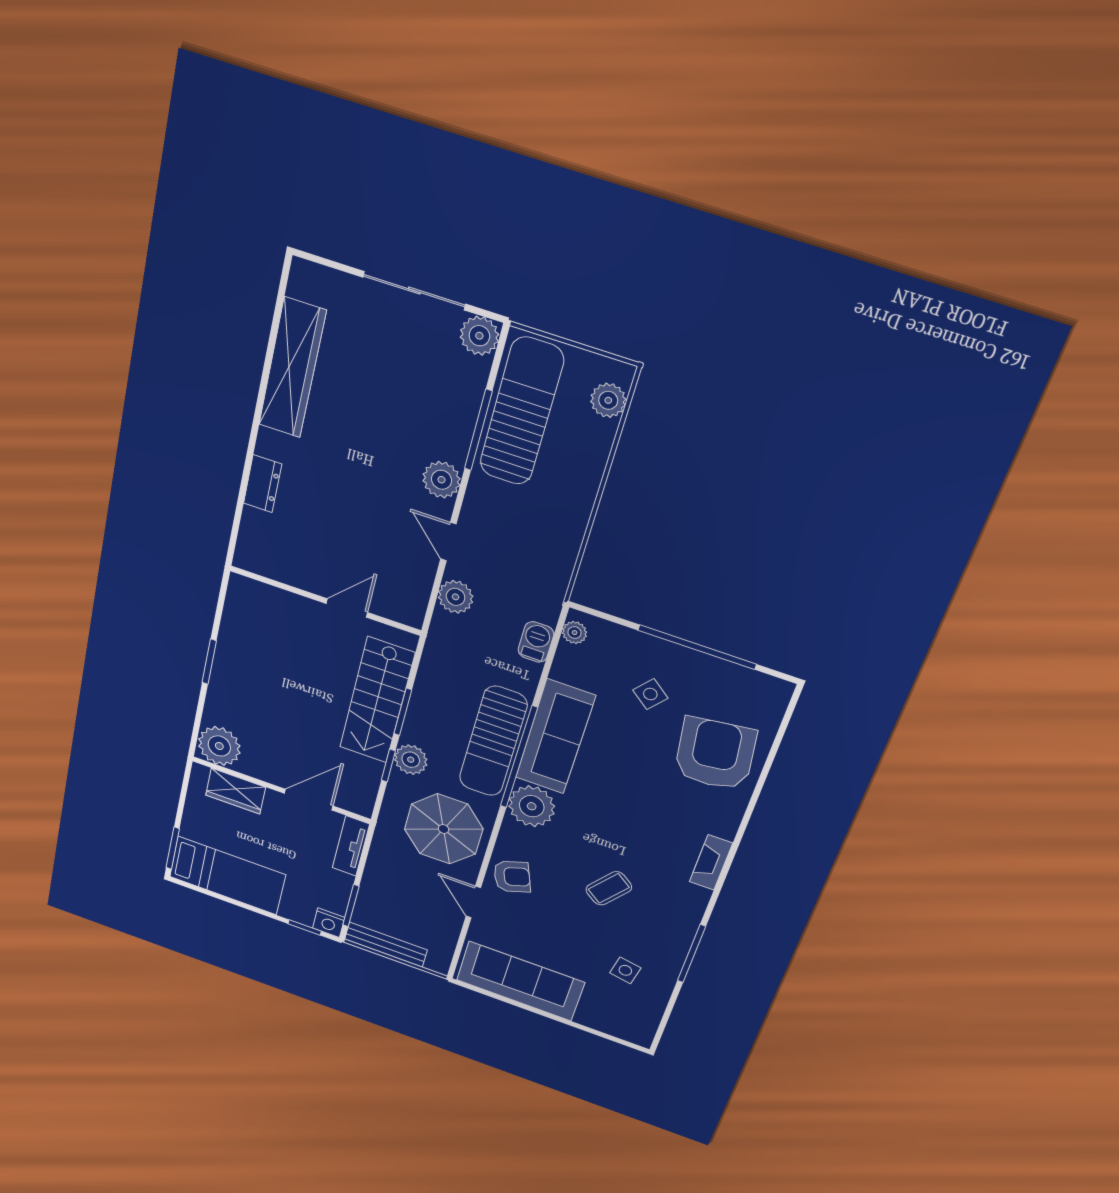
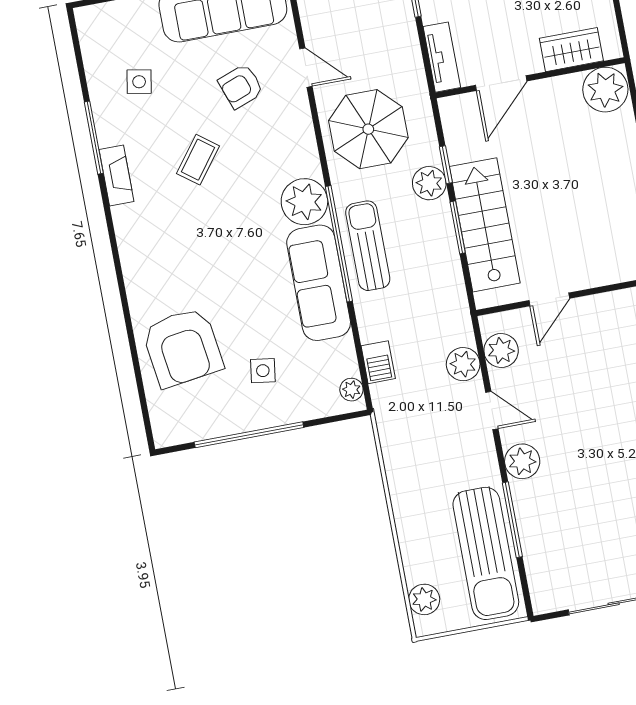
plant: (479, 336) -> (501, 351), moved
side table: (650, 694) -> (263, 371), turned -31
sun lounger: (493, 742) -> (368, 246), width x0.73, depth x0.75
fireplace: (711, 863) -> (116, 175), moved
armchair: (512, 877) -> (241, 86), moved

